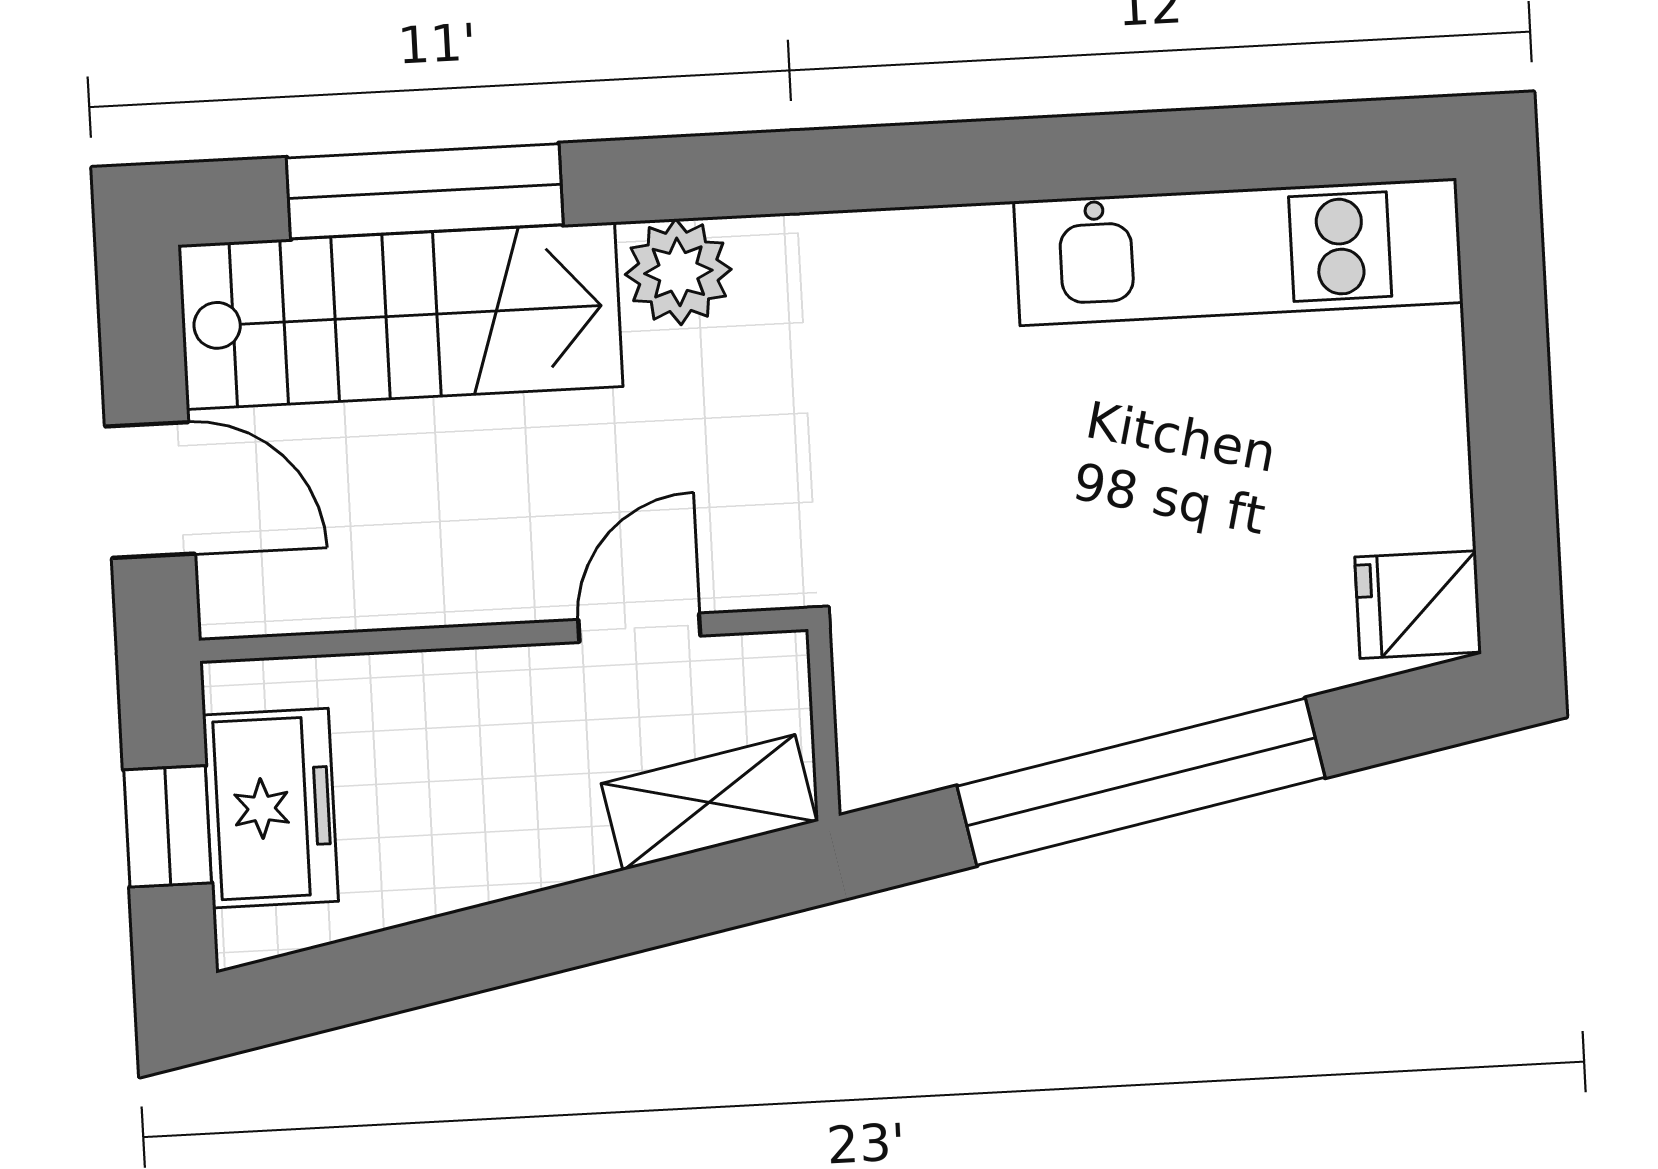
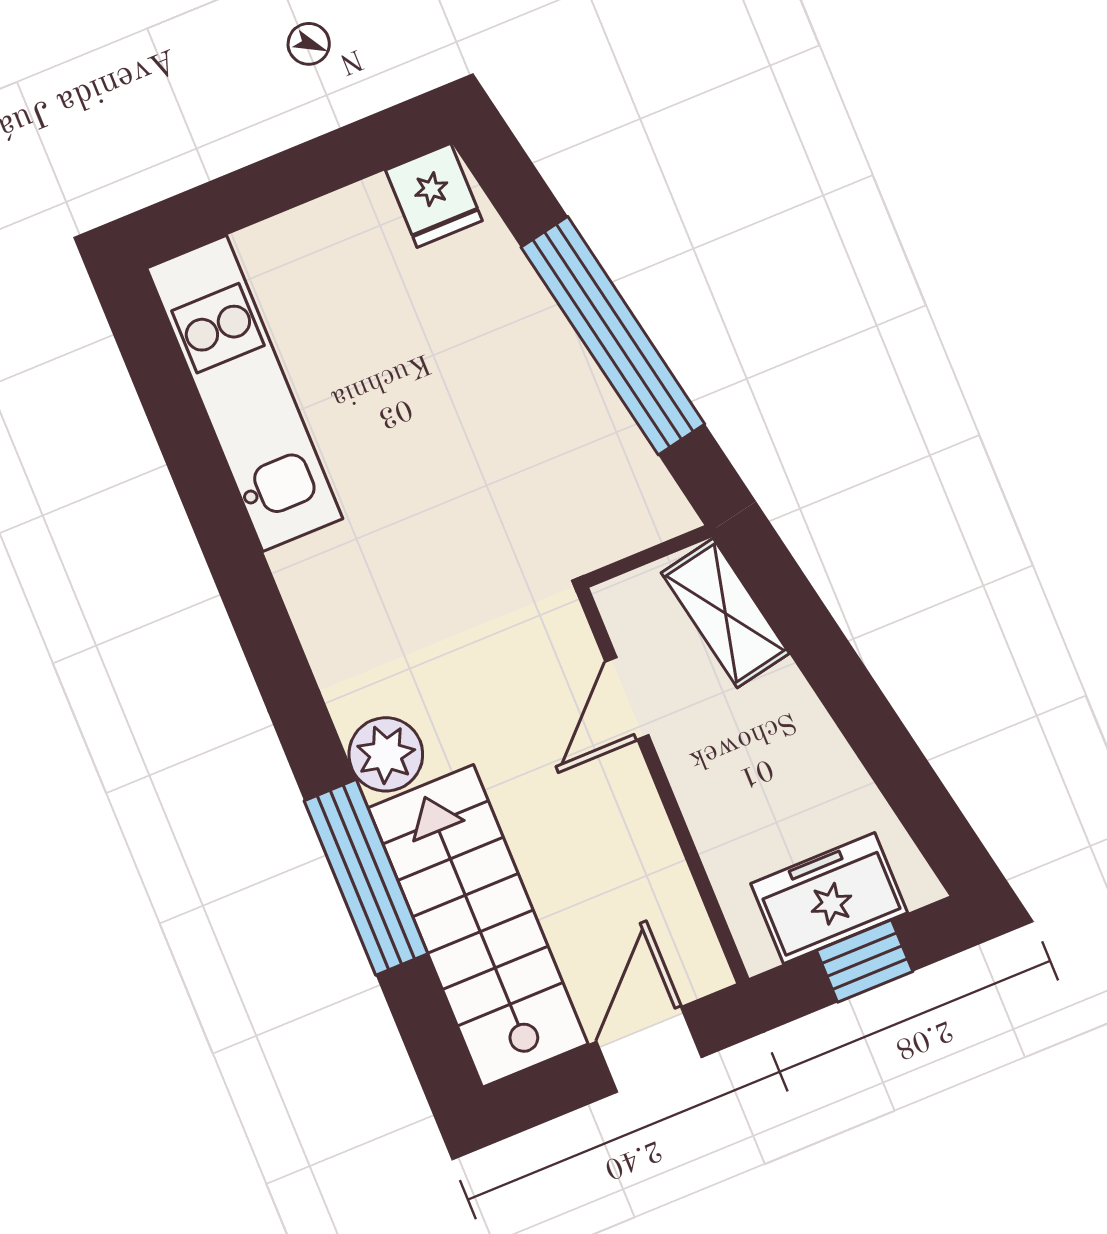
window: (425, 191) -> (366, 877), moved
door: (639, 628) -> (627, 698), hinge flipped

